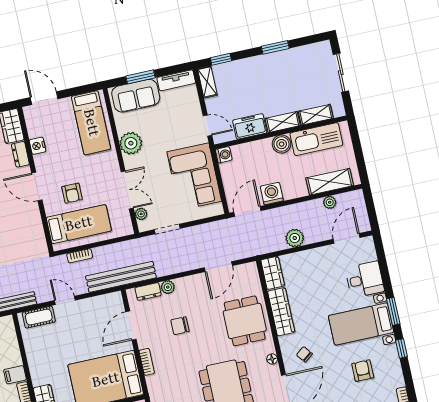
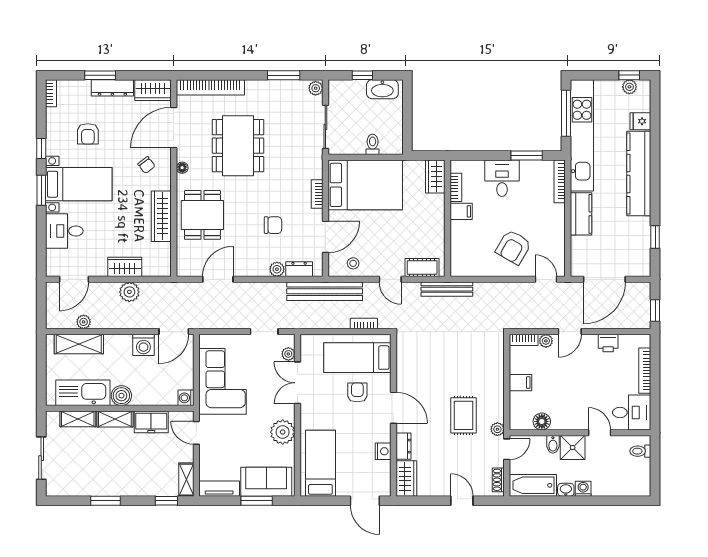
wardrobe: (273, 273) -> (125, 267), moved, turned 90
stool: (101, 307) -> (353, 263), added

